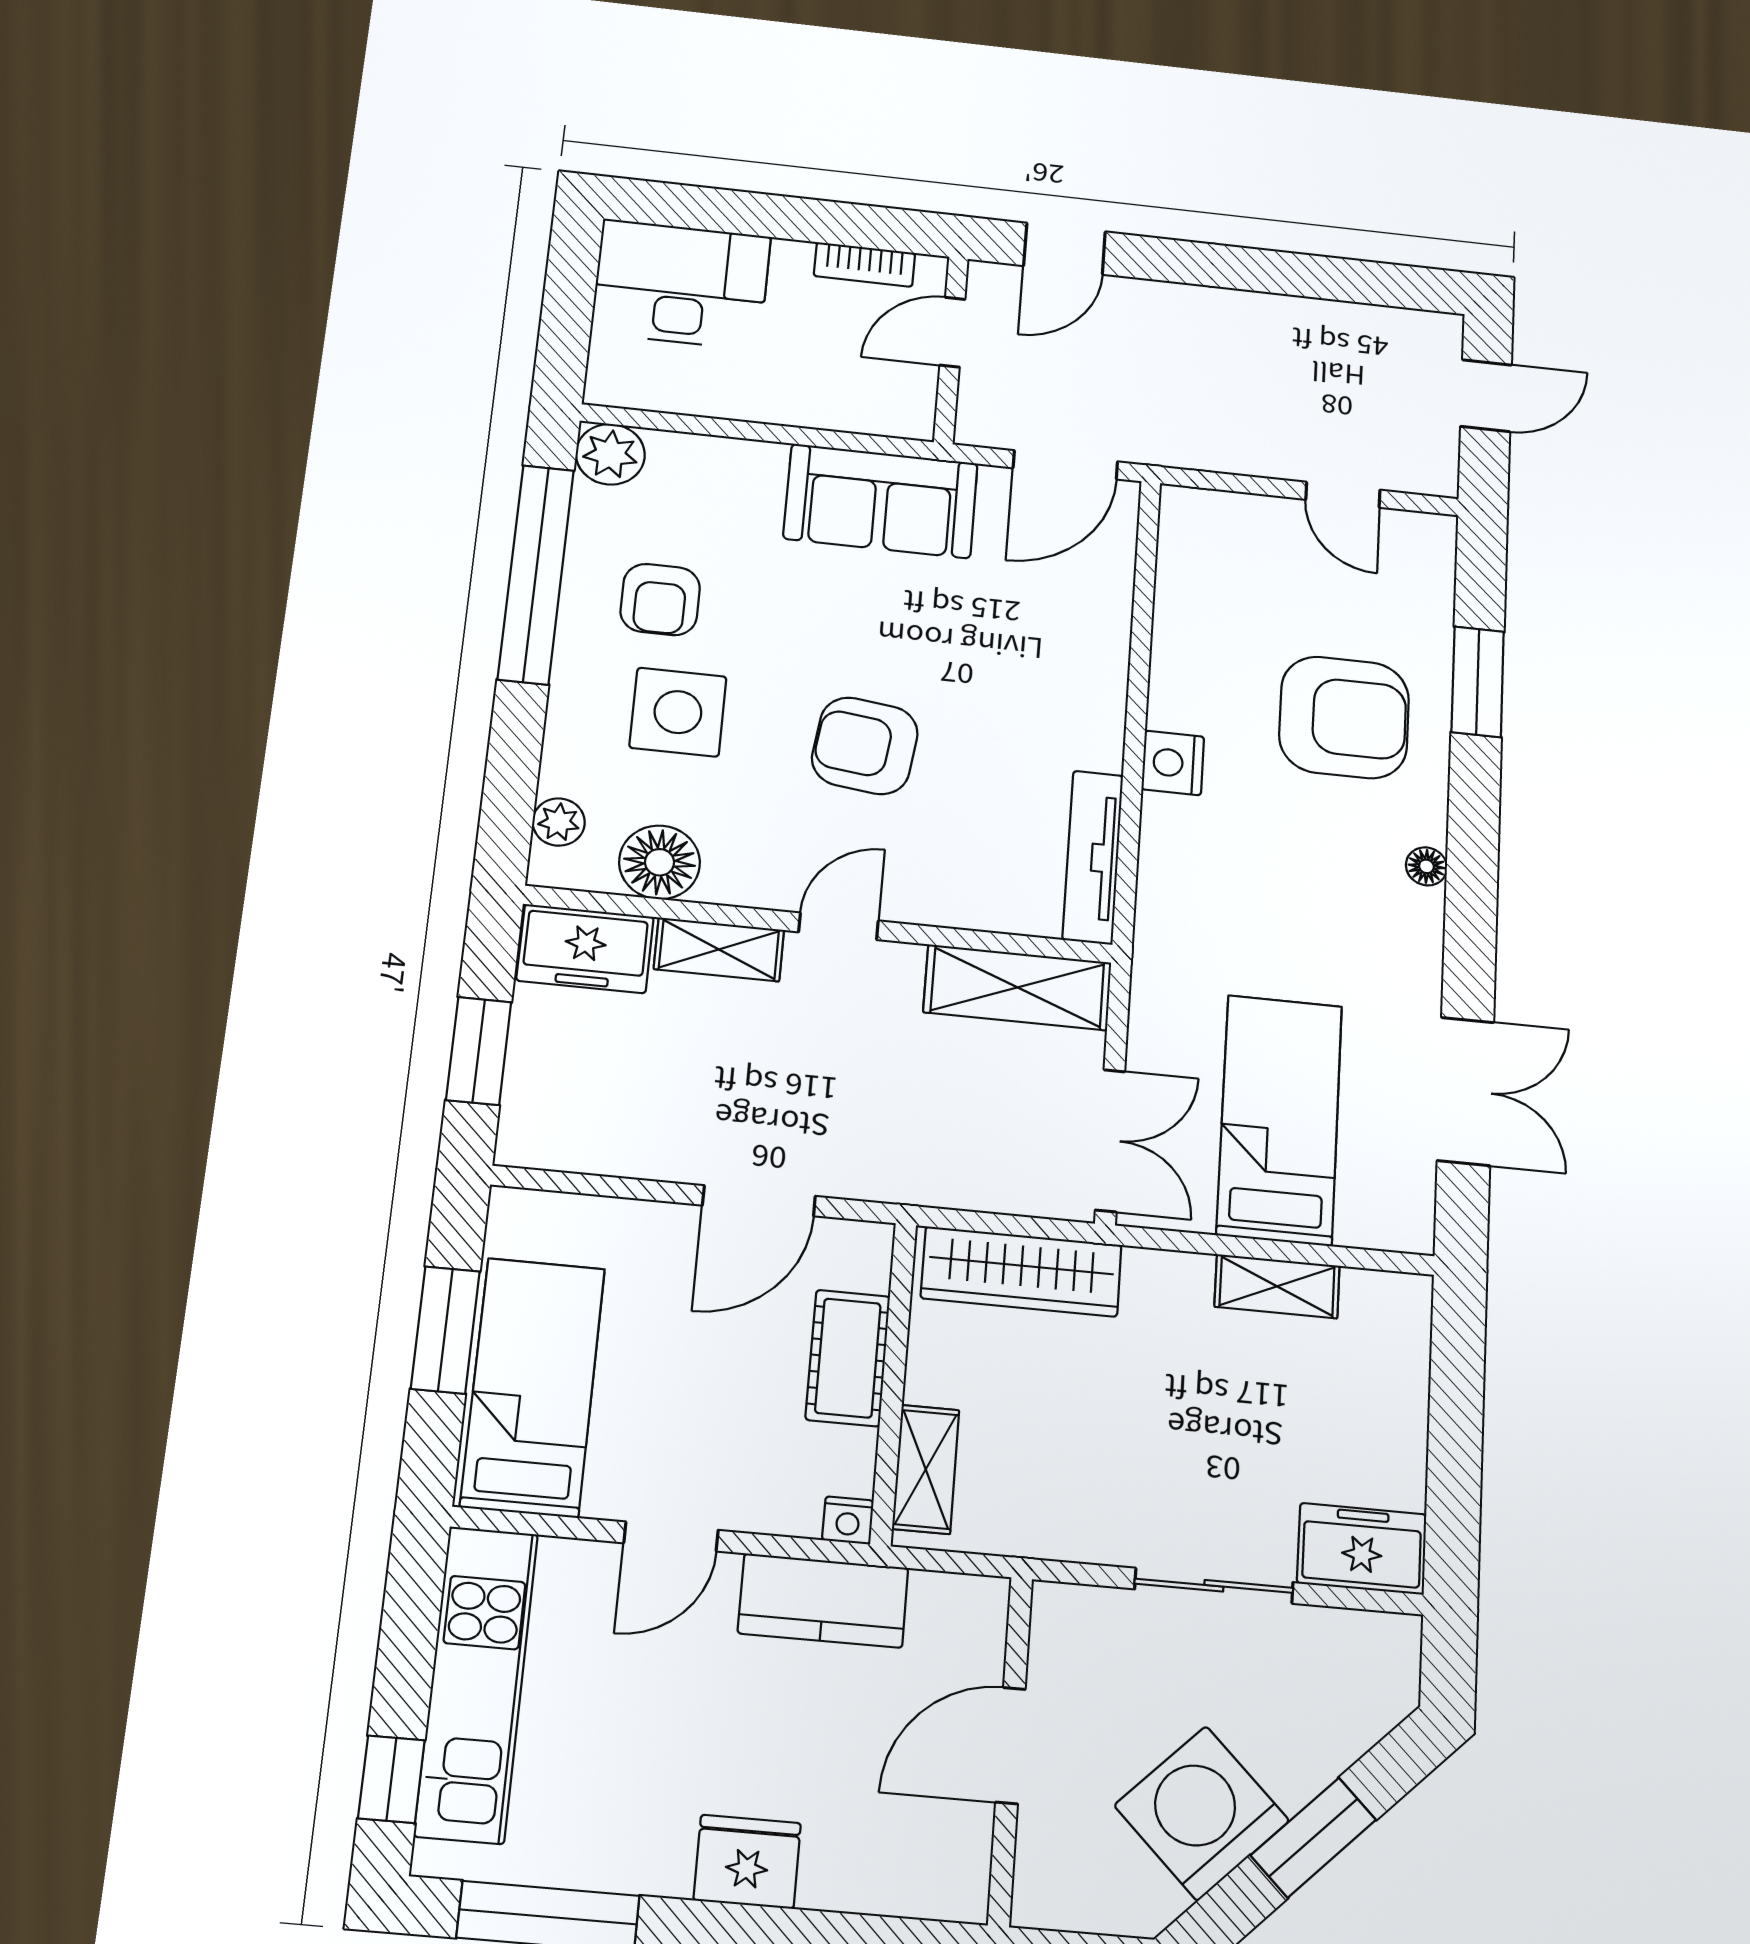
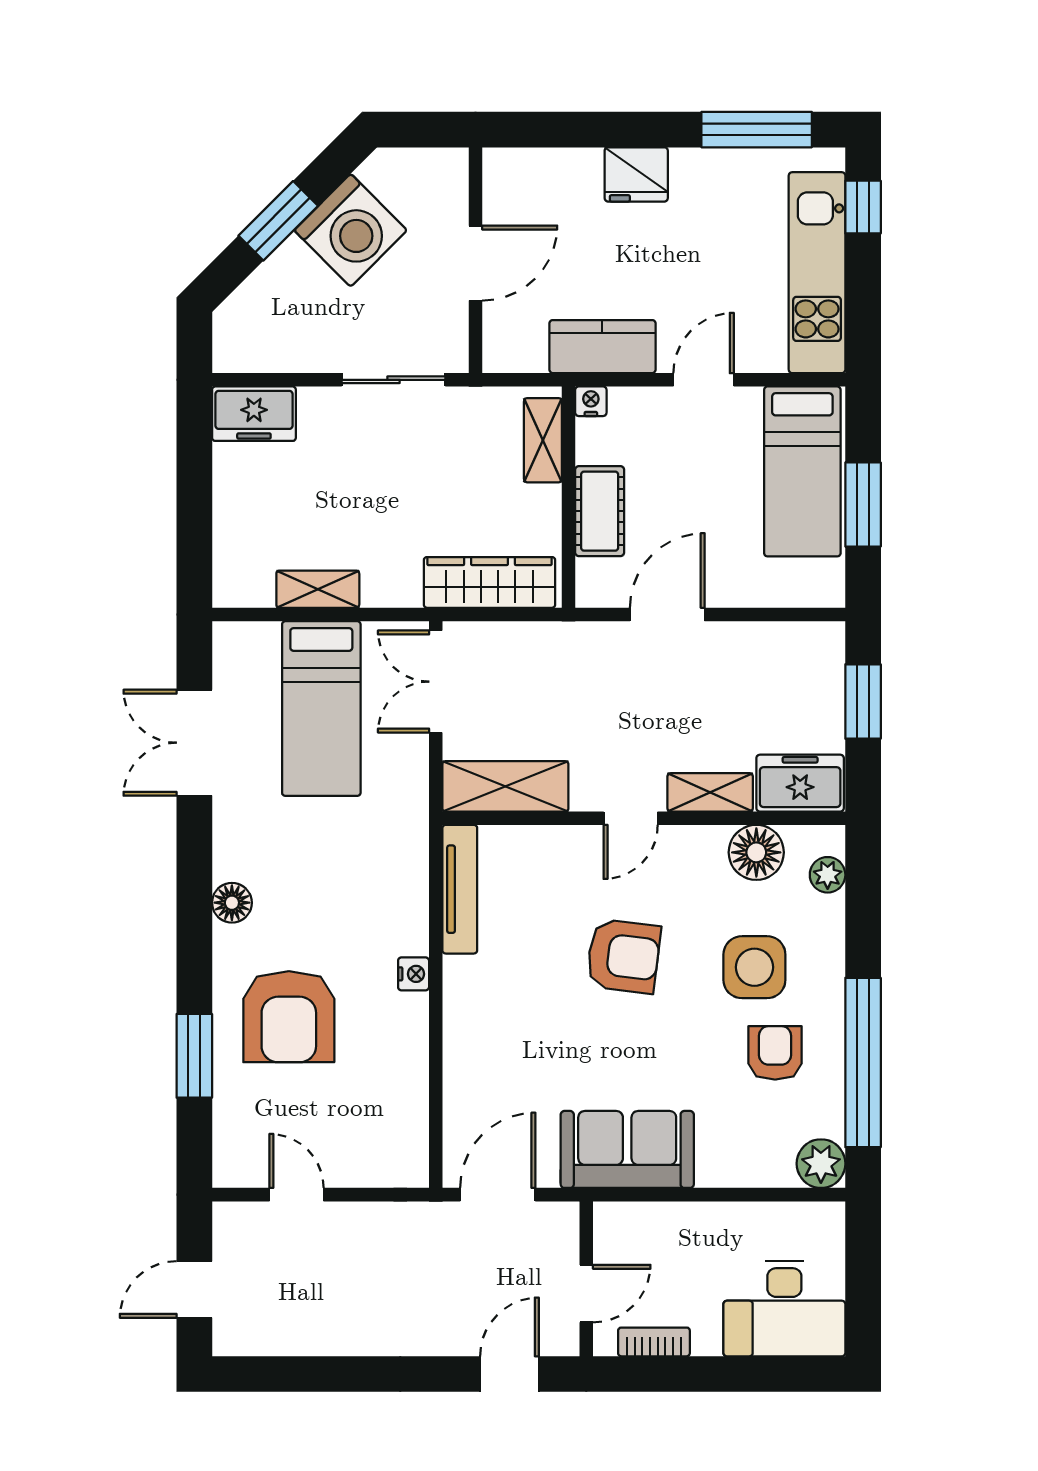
armchair: (1344, 717) -> (289, 1017), turned -90
nightstand: (1173, 763) -> (414, 974), width x0.72, depth x0.74
floor lamp: (1426, 866) -> (232, 903), width x1.37, depth x1.37
sliding door: (1214, 1586) -> (394, 380), moved

